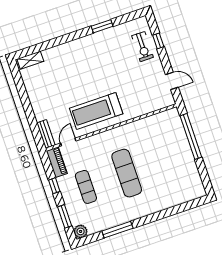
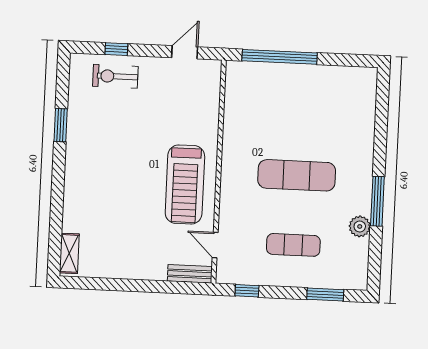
exercise bike: (142, 47) -> (115, 76), turned 180
piano: (57, 162) -> (239, 274), removed
window: (54, 186) -> (247, 291), moved
window: (117, 230) -> (377, 201), moved
plant: (81, 231) -> (360, 226), moved

